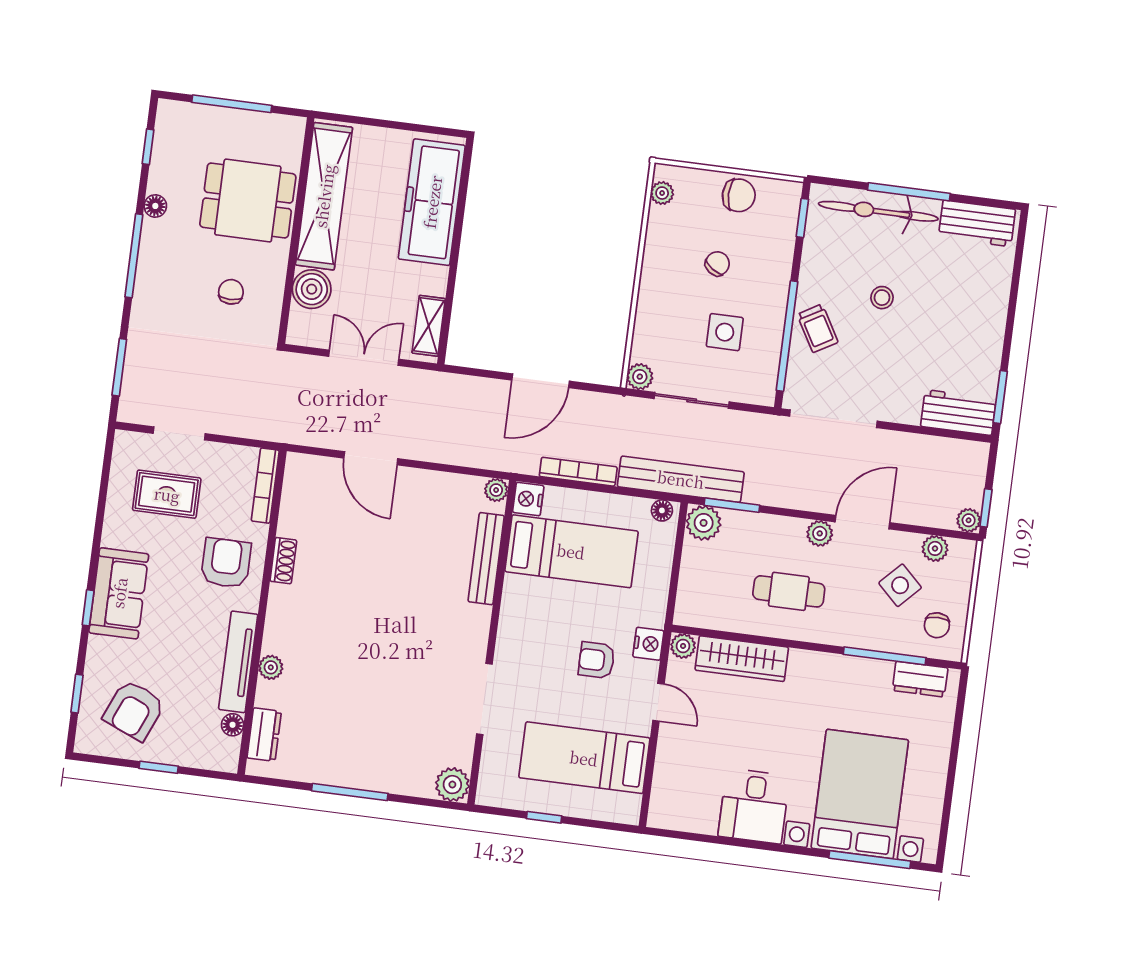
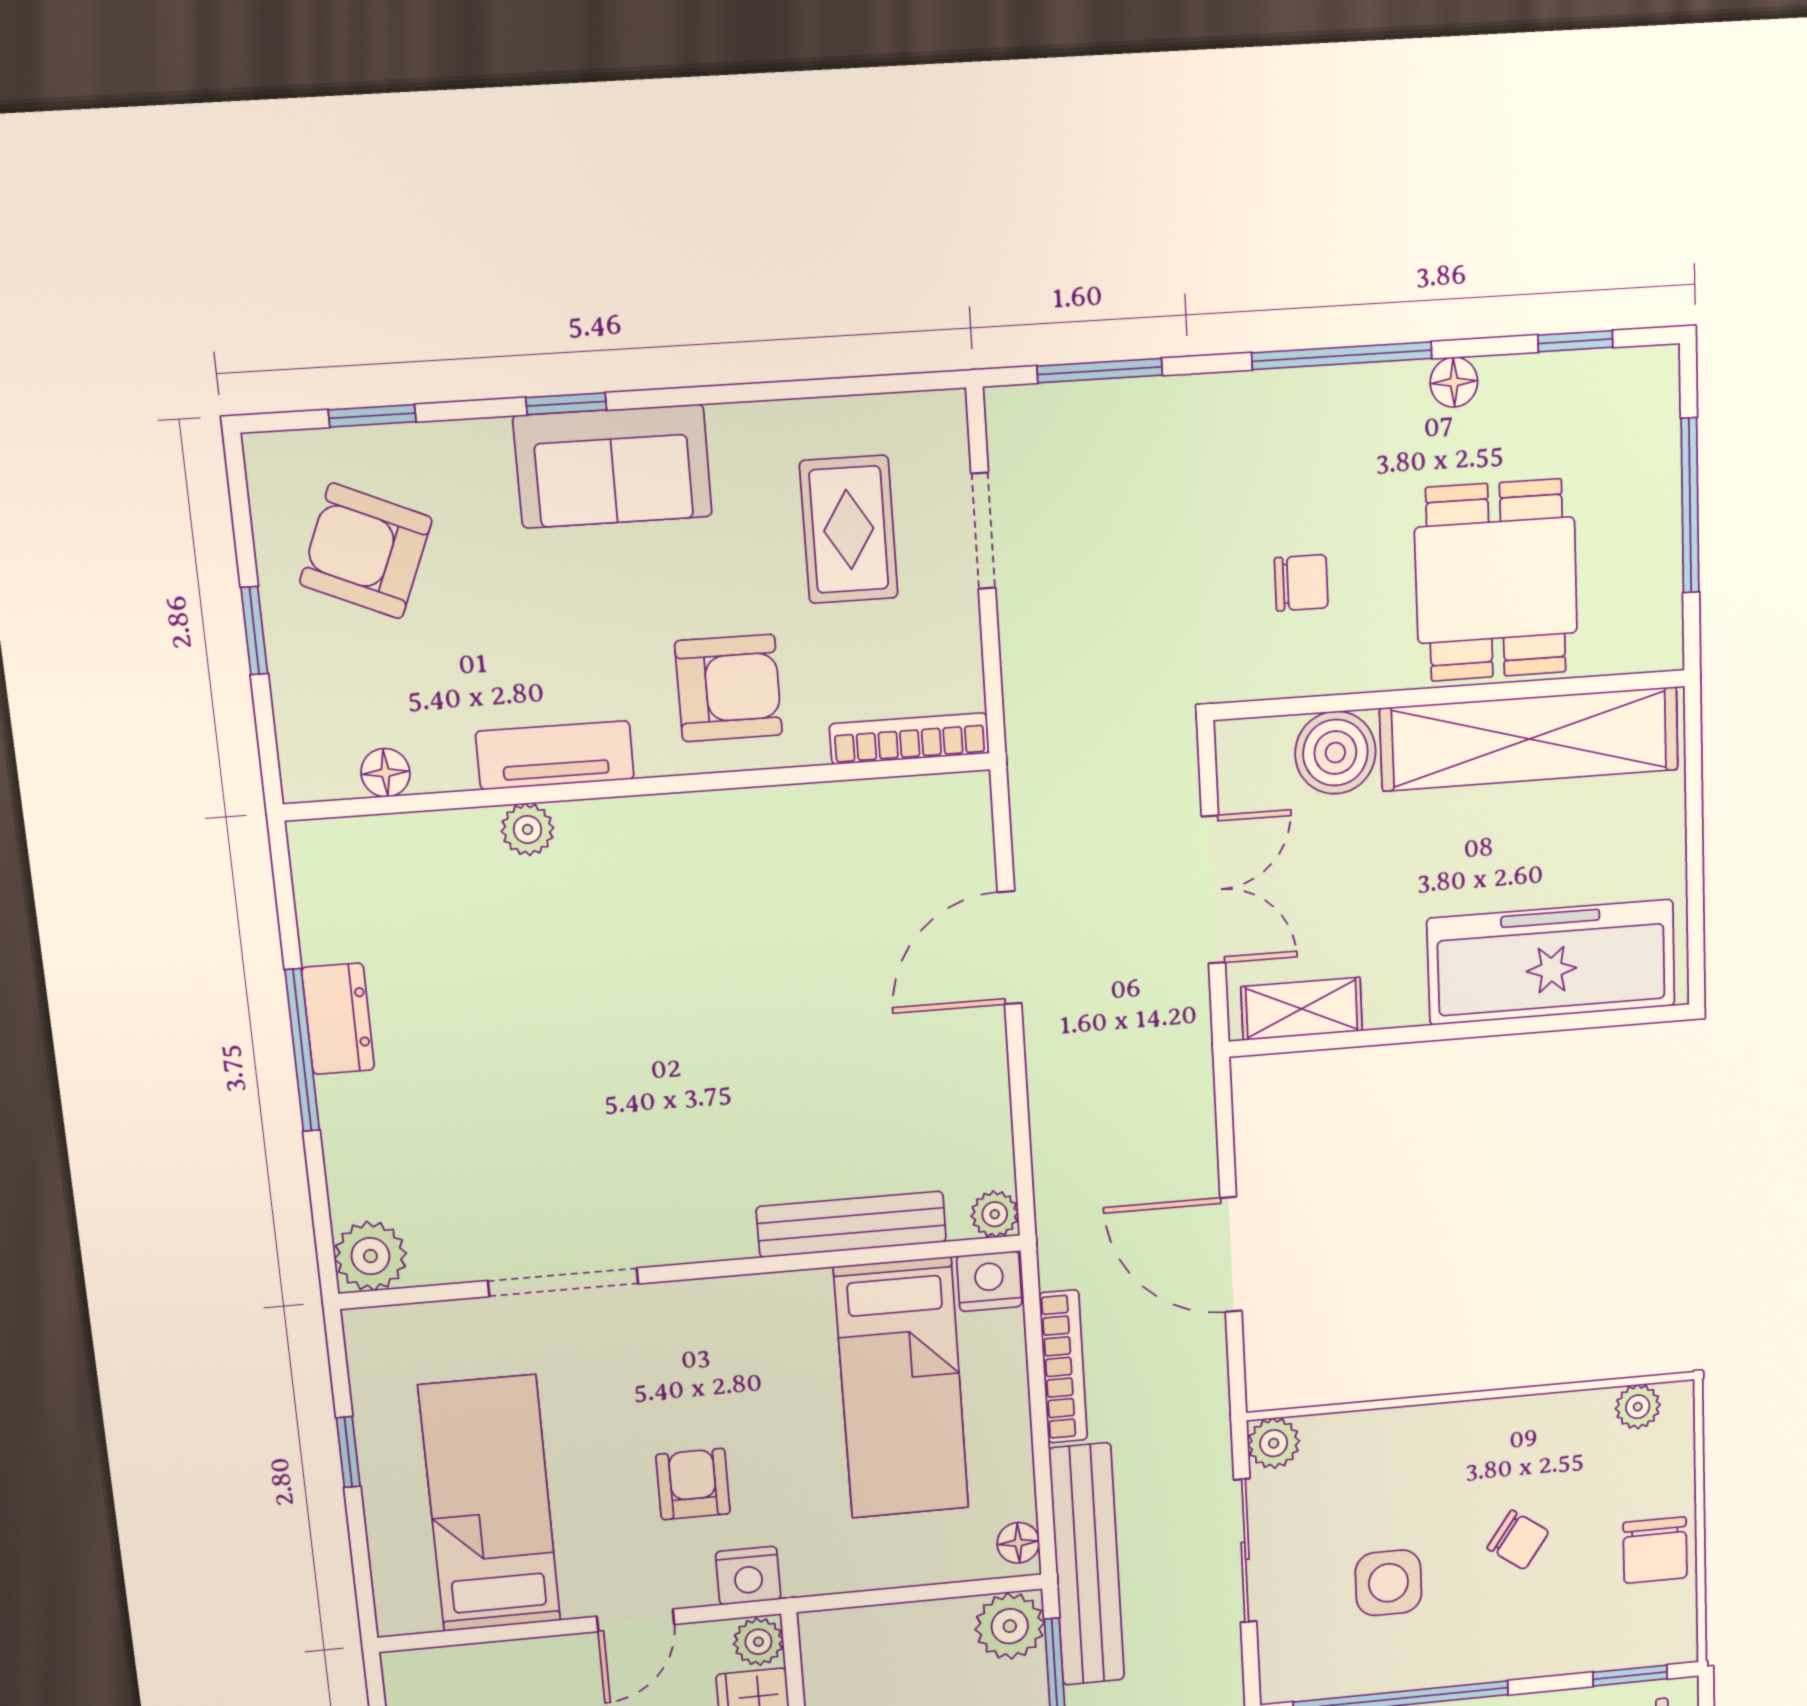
shoe rack: (283, 561) -> (759, 809), removed
tv unit: (238, 662) -> (555, 755), width x0.71
dresser: (264, 735) -> (338, 1019), moved, turned -90

